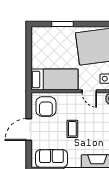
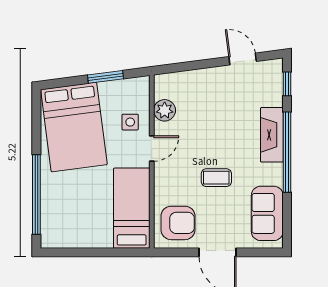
window: (63, 24) -> (36, 194), width x2.11

